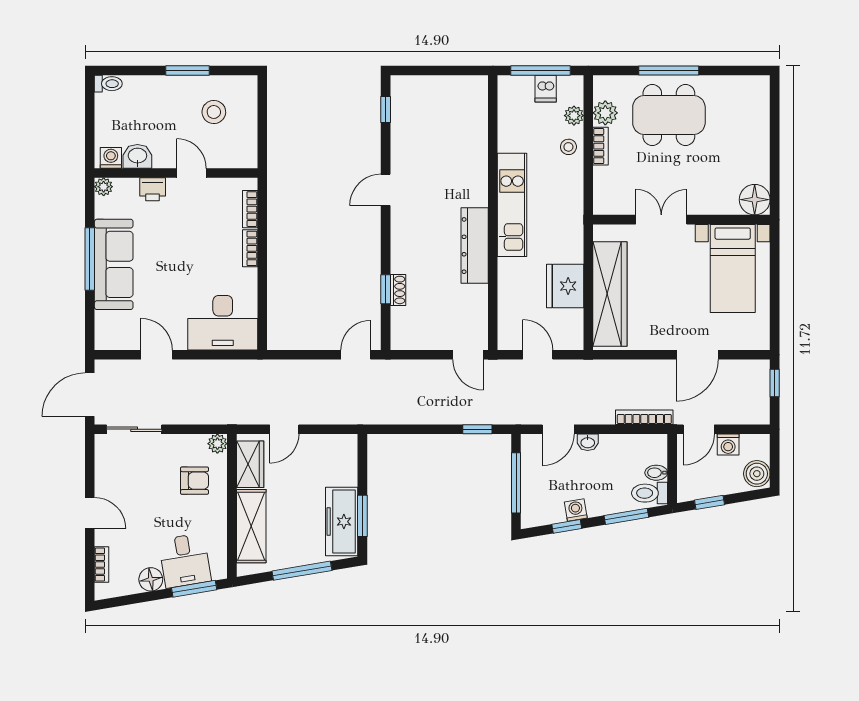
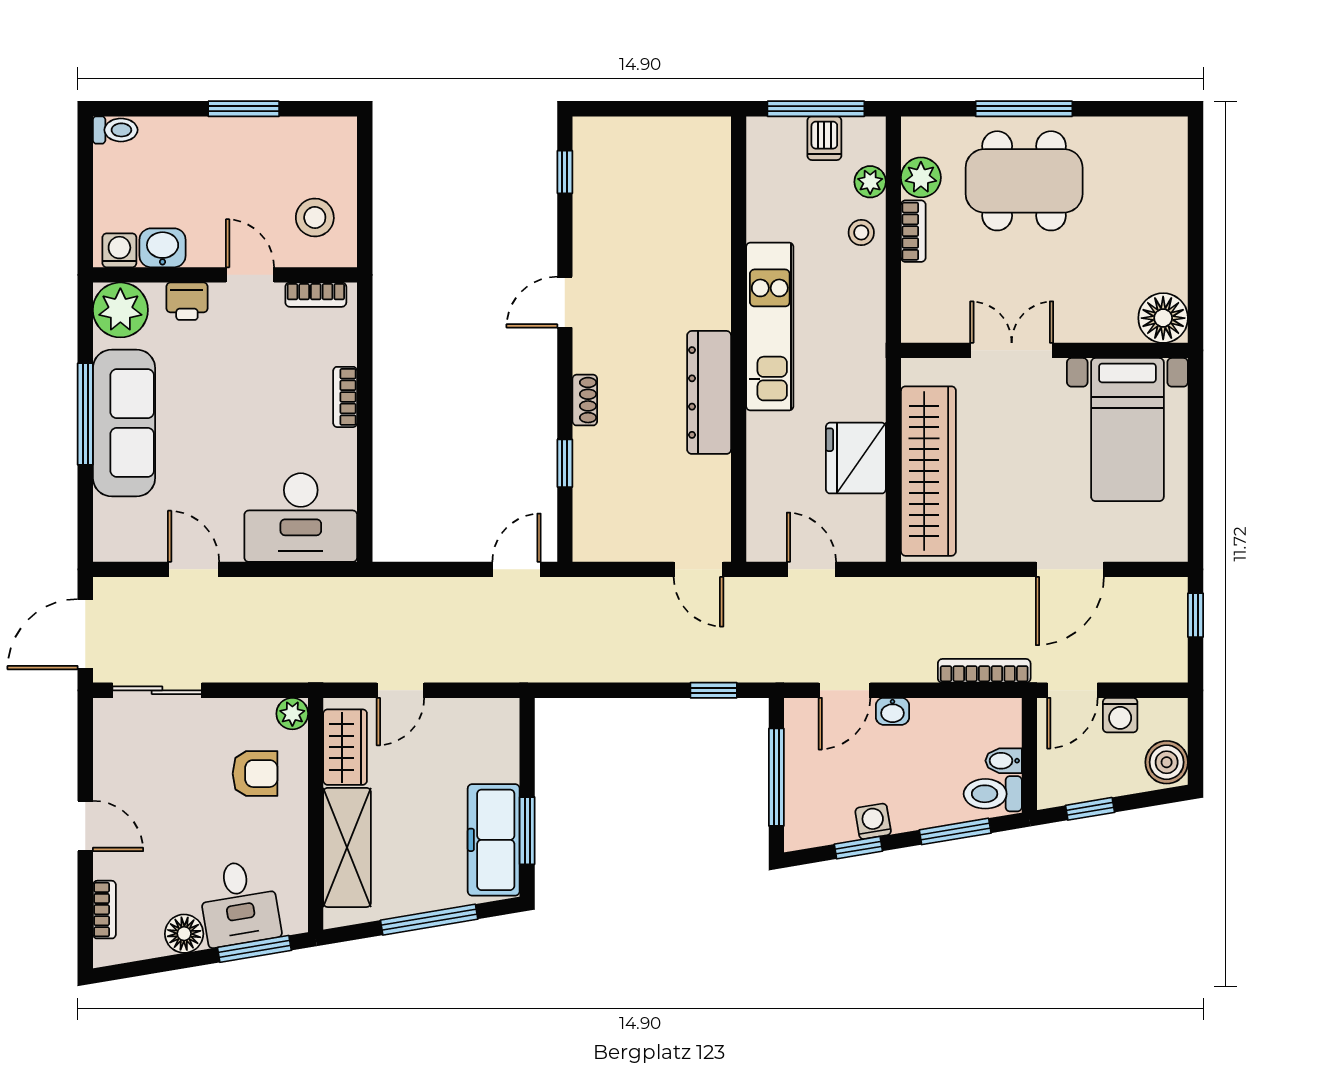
stool: (214, 112) -> (315, 217), moved
plant: (104, 187) -> (120, 310), width x1.87, depth x1.87
bookcase: (250, 209) -> (316, 295), moved, turned -90
shoe rack: (398, 290) -> (585, 400), moved

